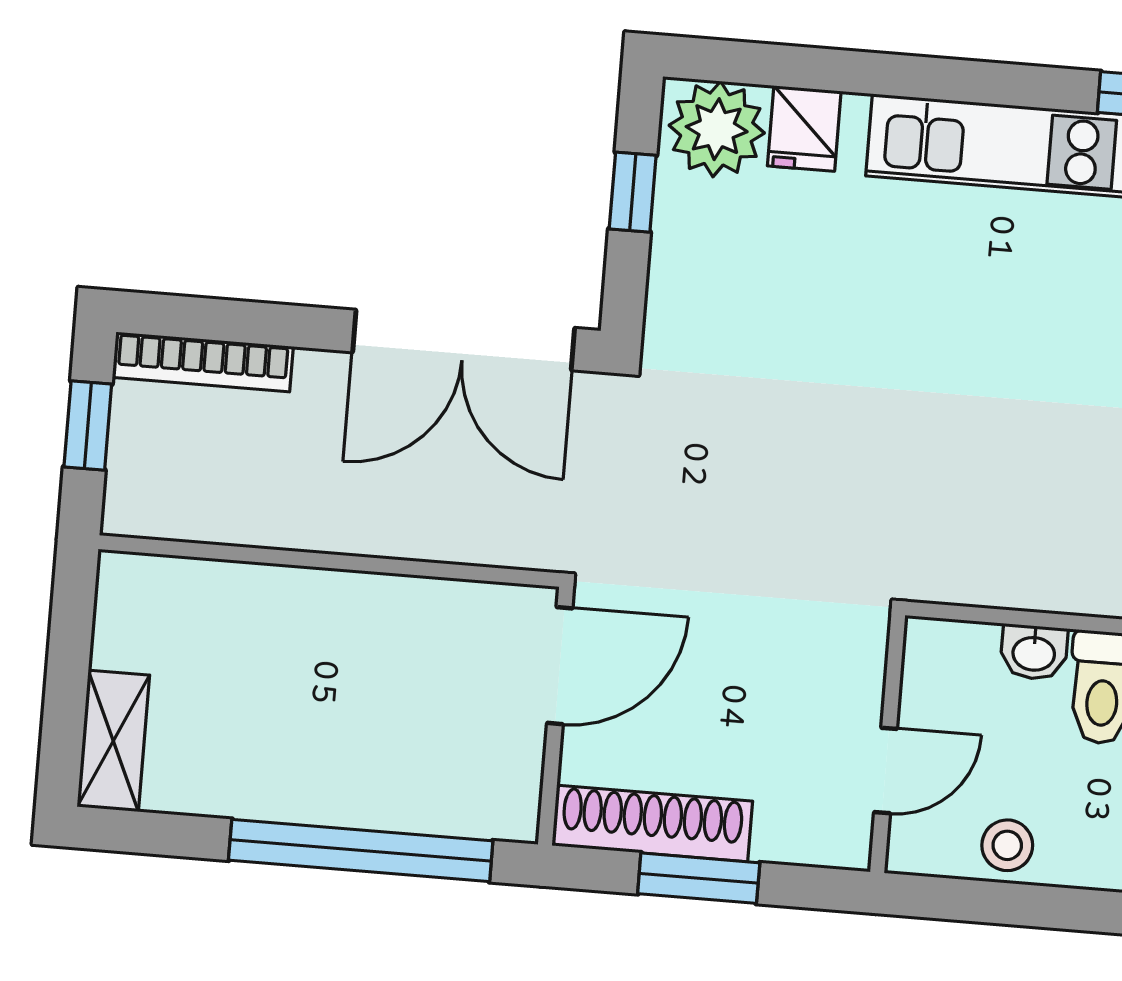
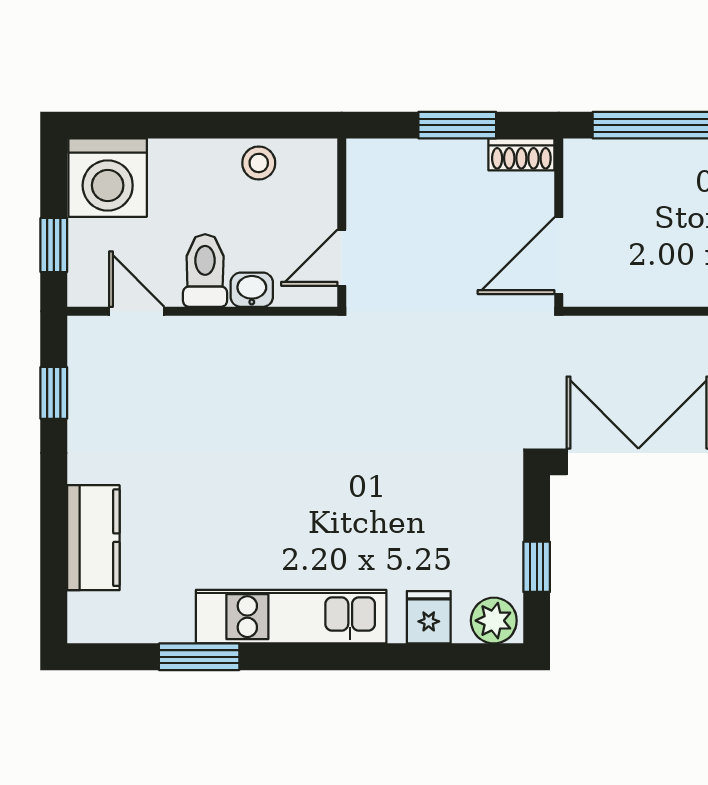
plant: (717, 129) -> (494, 621), width x0.73, depth x0.73
door: (886, 770) -> (342, 258), moved
shoe rack: (652, 823) -> (521, 154), width x0.51, depth x0.81

